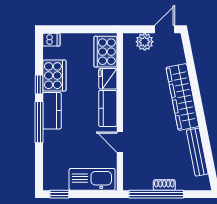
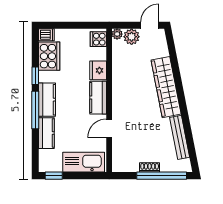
plant: (129, 39) -> (117, 34), added
cooker: (105, 52) -> (98, 39), width x0.53, depth x0.76
cooker: (54, 76) -> (49, 56), moved
door: (120, 142) -> (109, 128), hinge flipped
kitchen counter: (51, 147) -> (46, 133), added
window: (156, 194) -> (162, 176), moved

